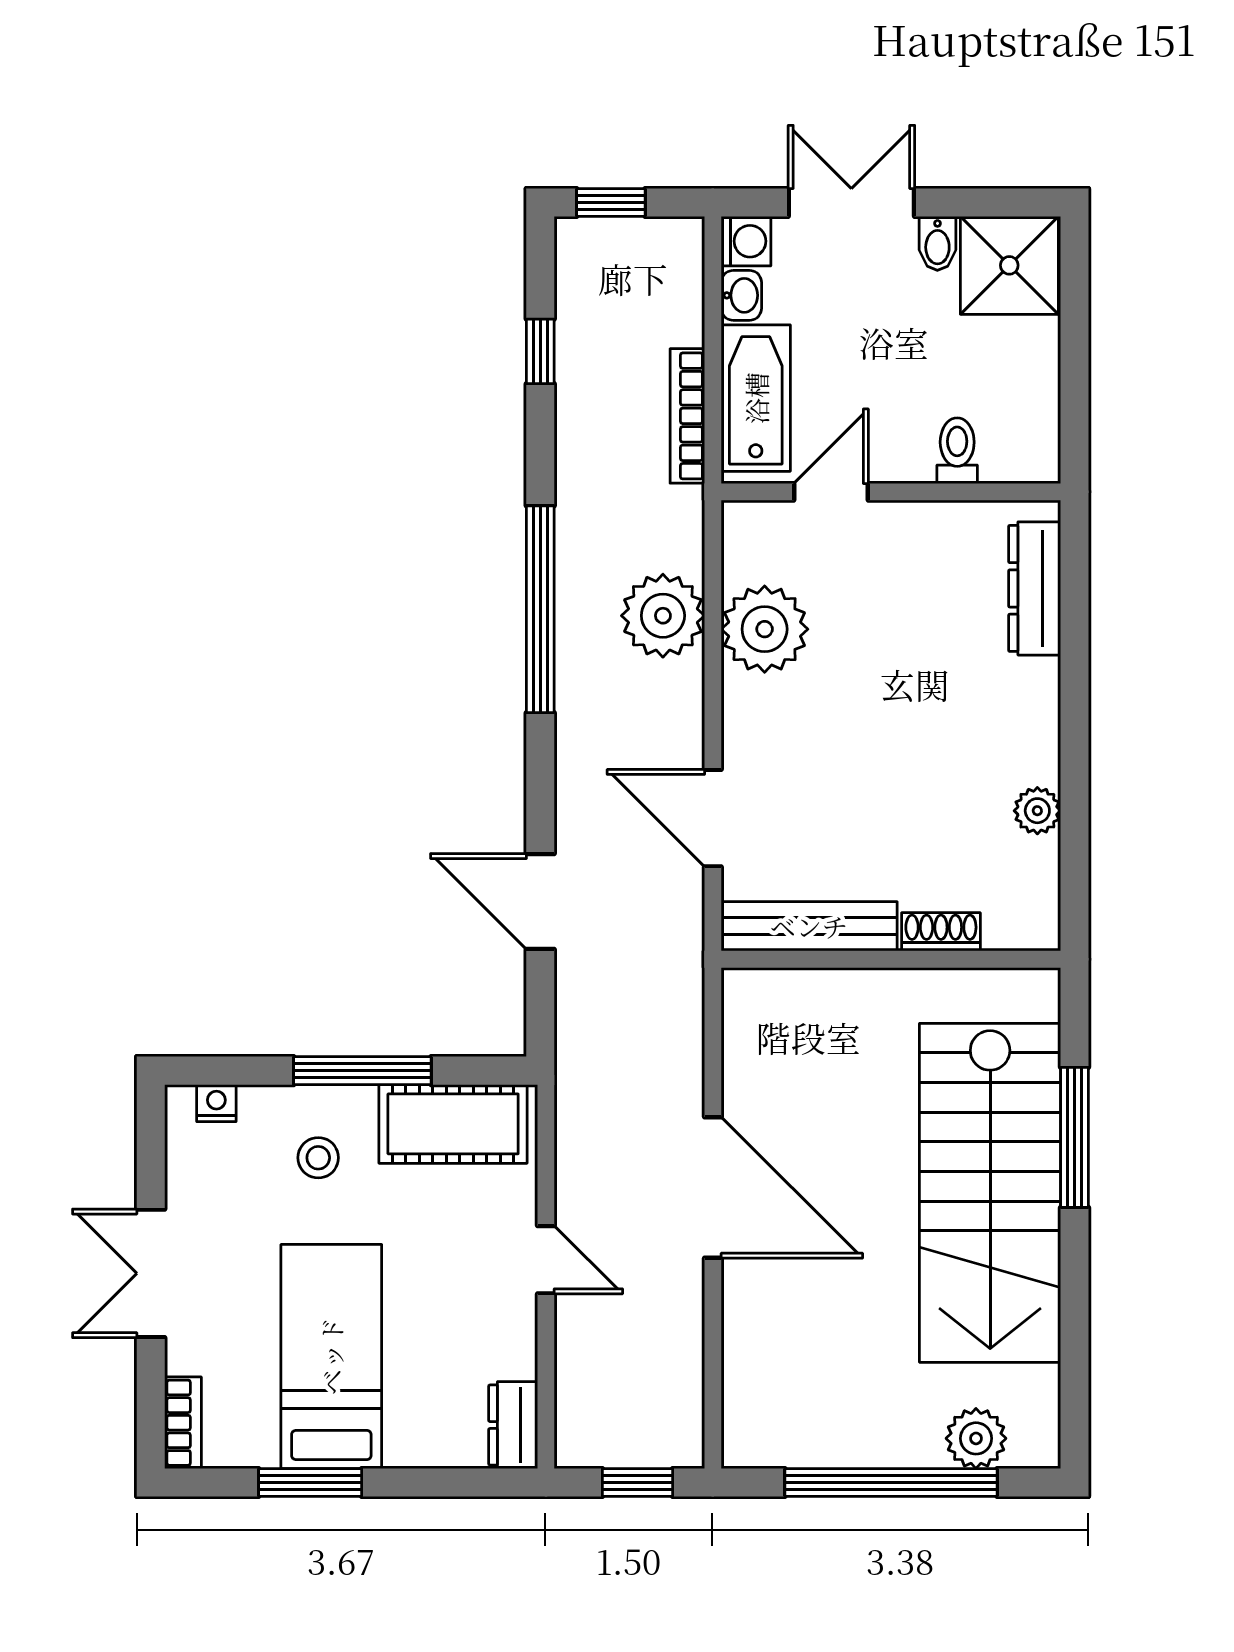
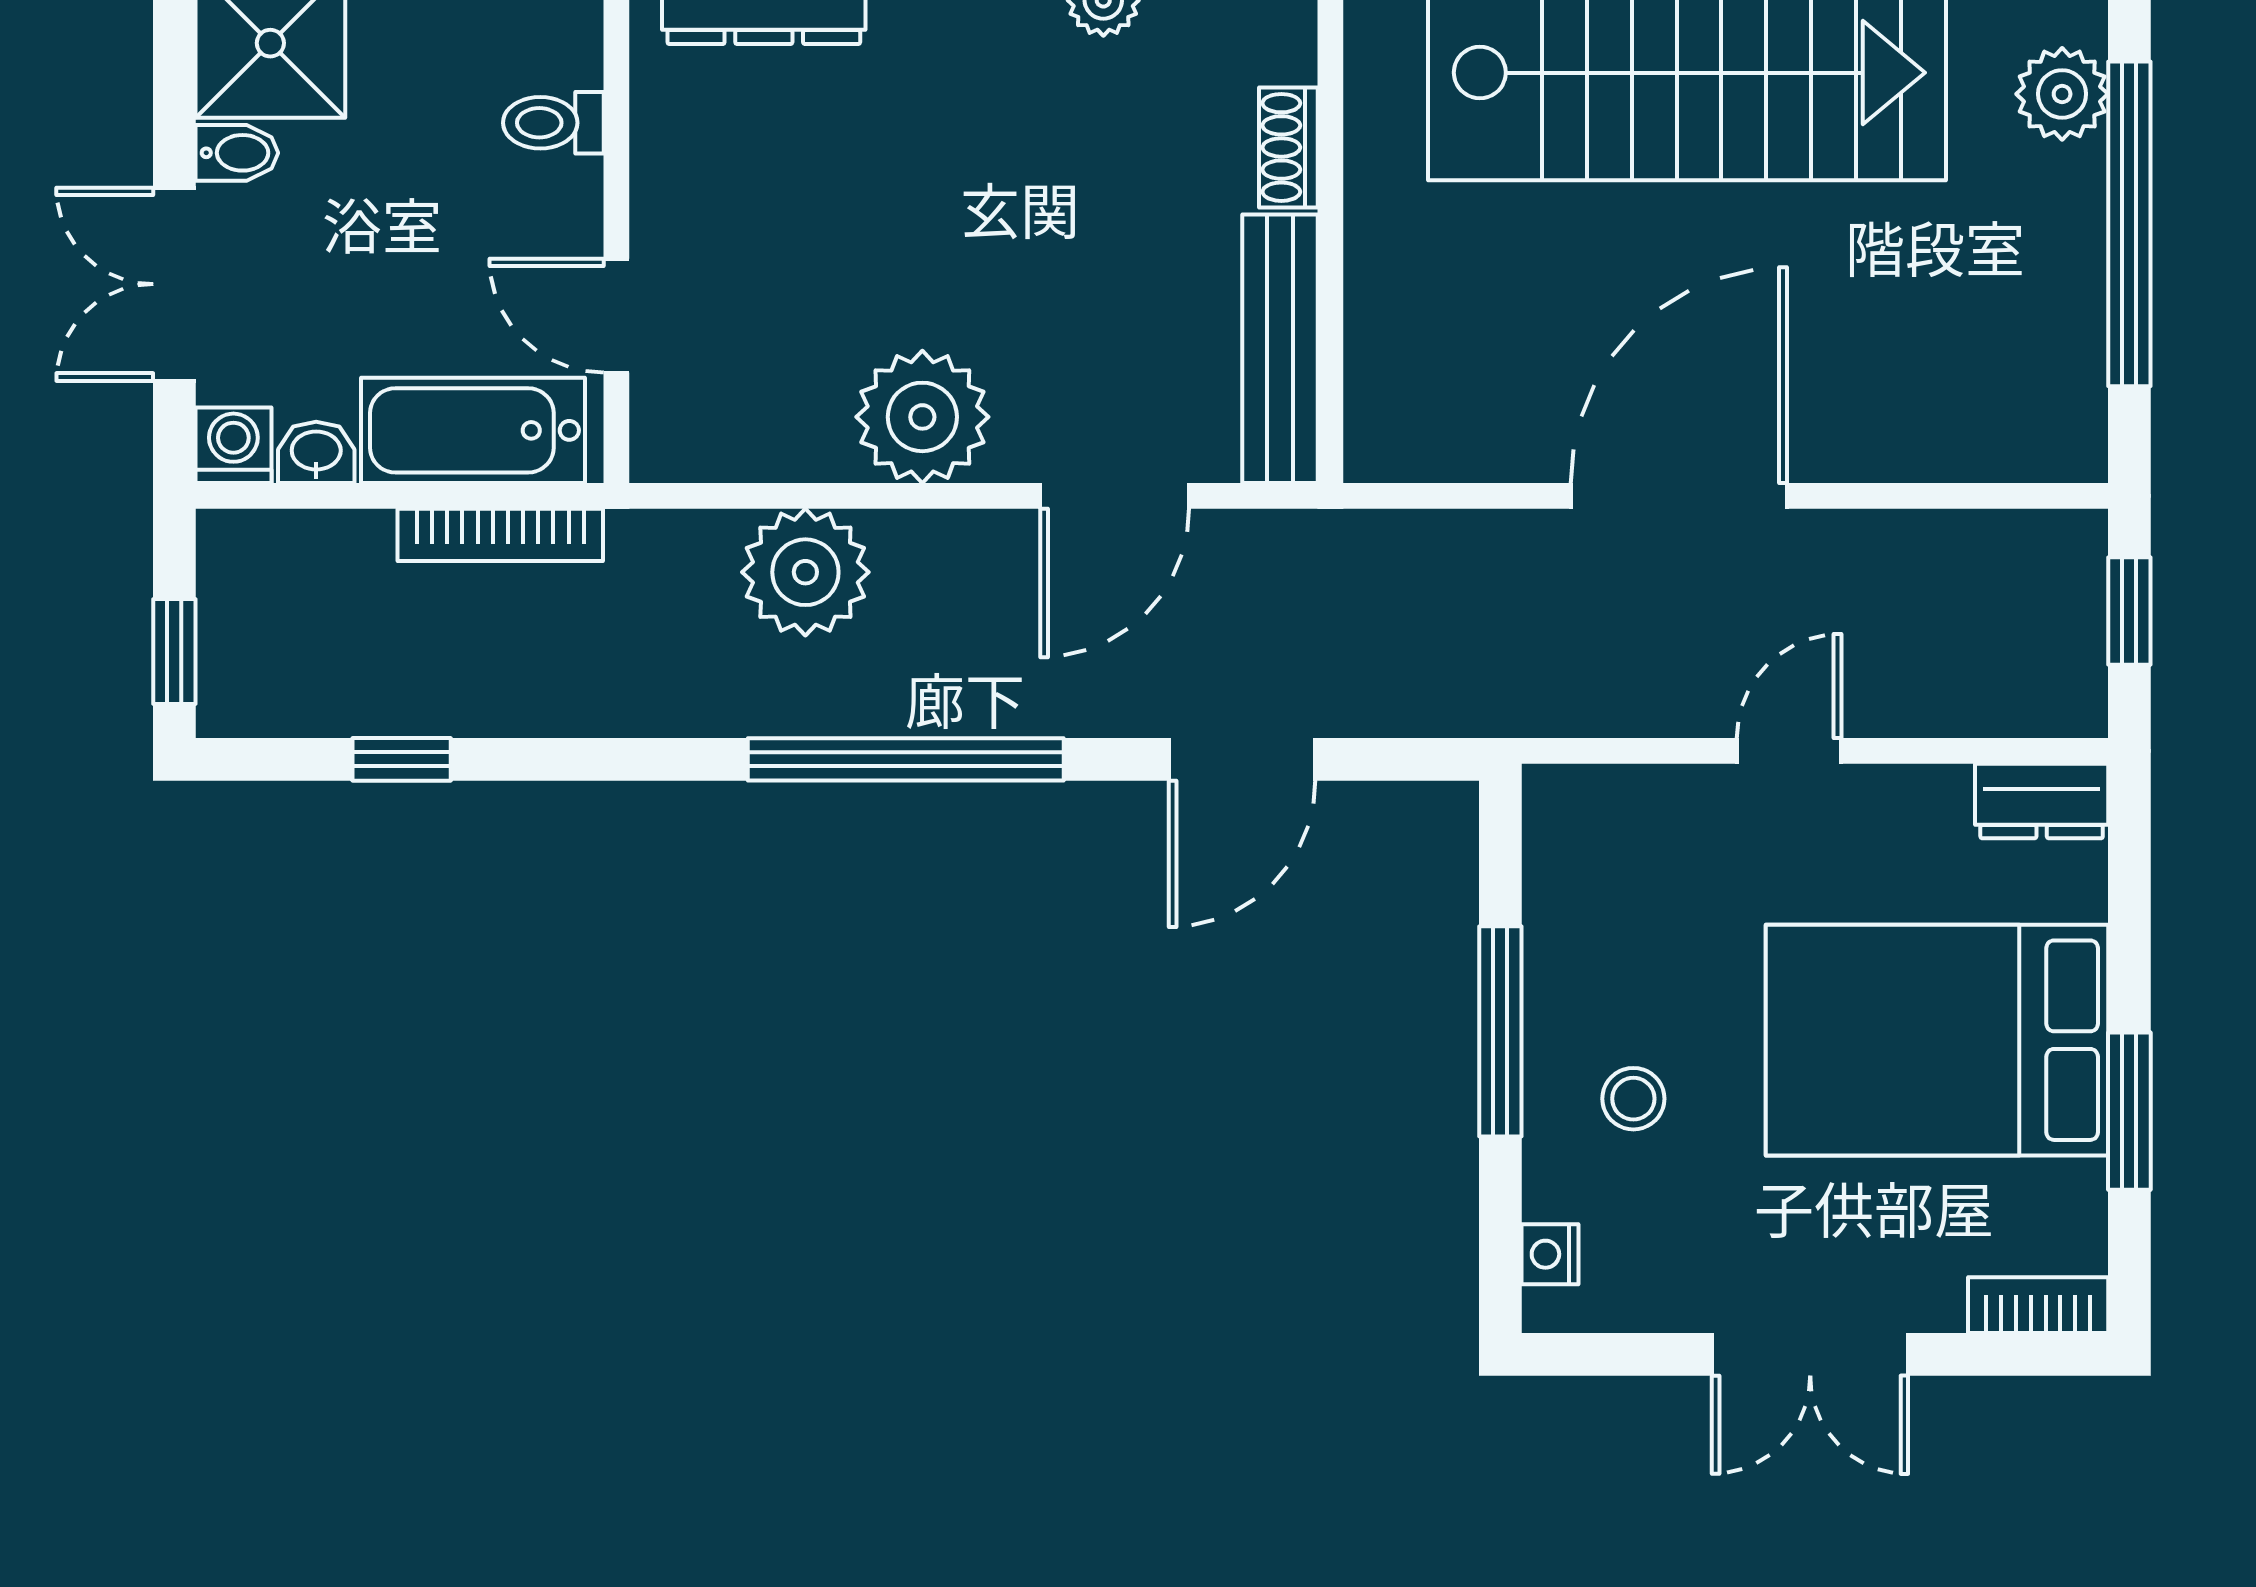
window: (540, 609) -> (906, 759), moved
plant: (765, 629) -> (922, 417), moved
cot: (453, 1124) -> (1582, 893), removed
bed: (331, 1356) -> (1937, 1040), width x1.50

